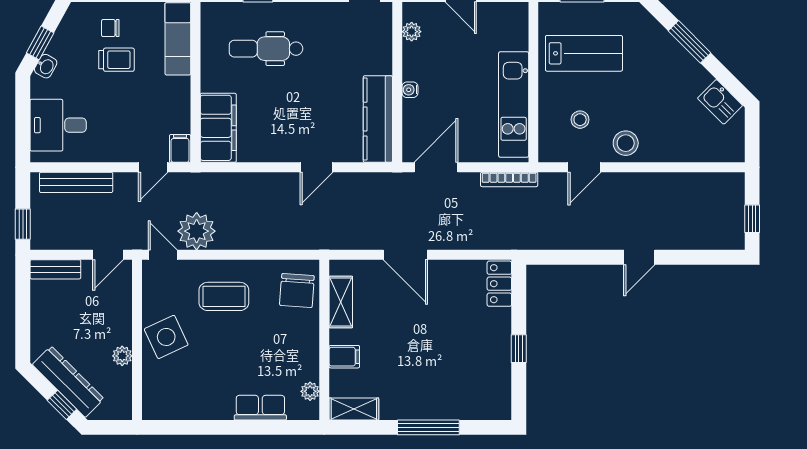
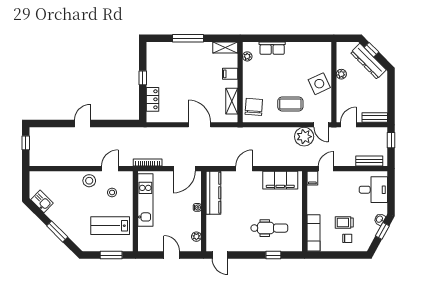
filing cabinet: (218, 128) -> (280, 180), moved, turned -90
bench: (76, 182) -> (369, 161), width x0.73
locker: (499, 284) -> (152, 99), moved

